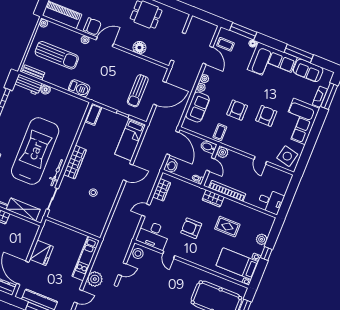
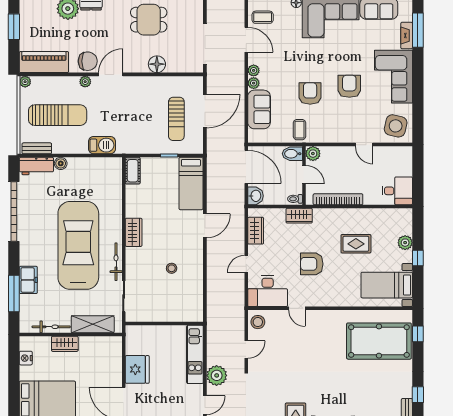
wardrobe: (75, 162) -> (134, 232), width x0.67
wardrobe: (213, 198) -> (299, 216), moved

